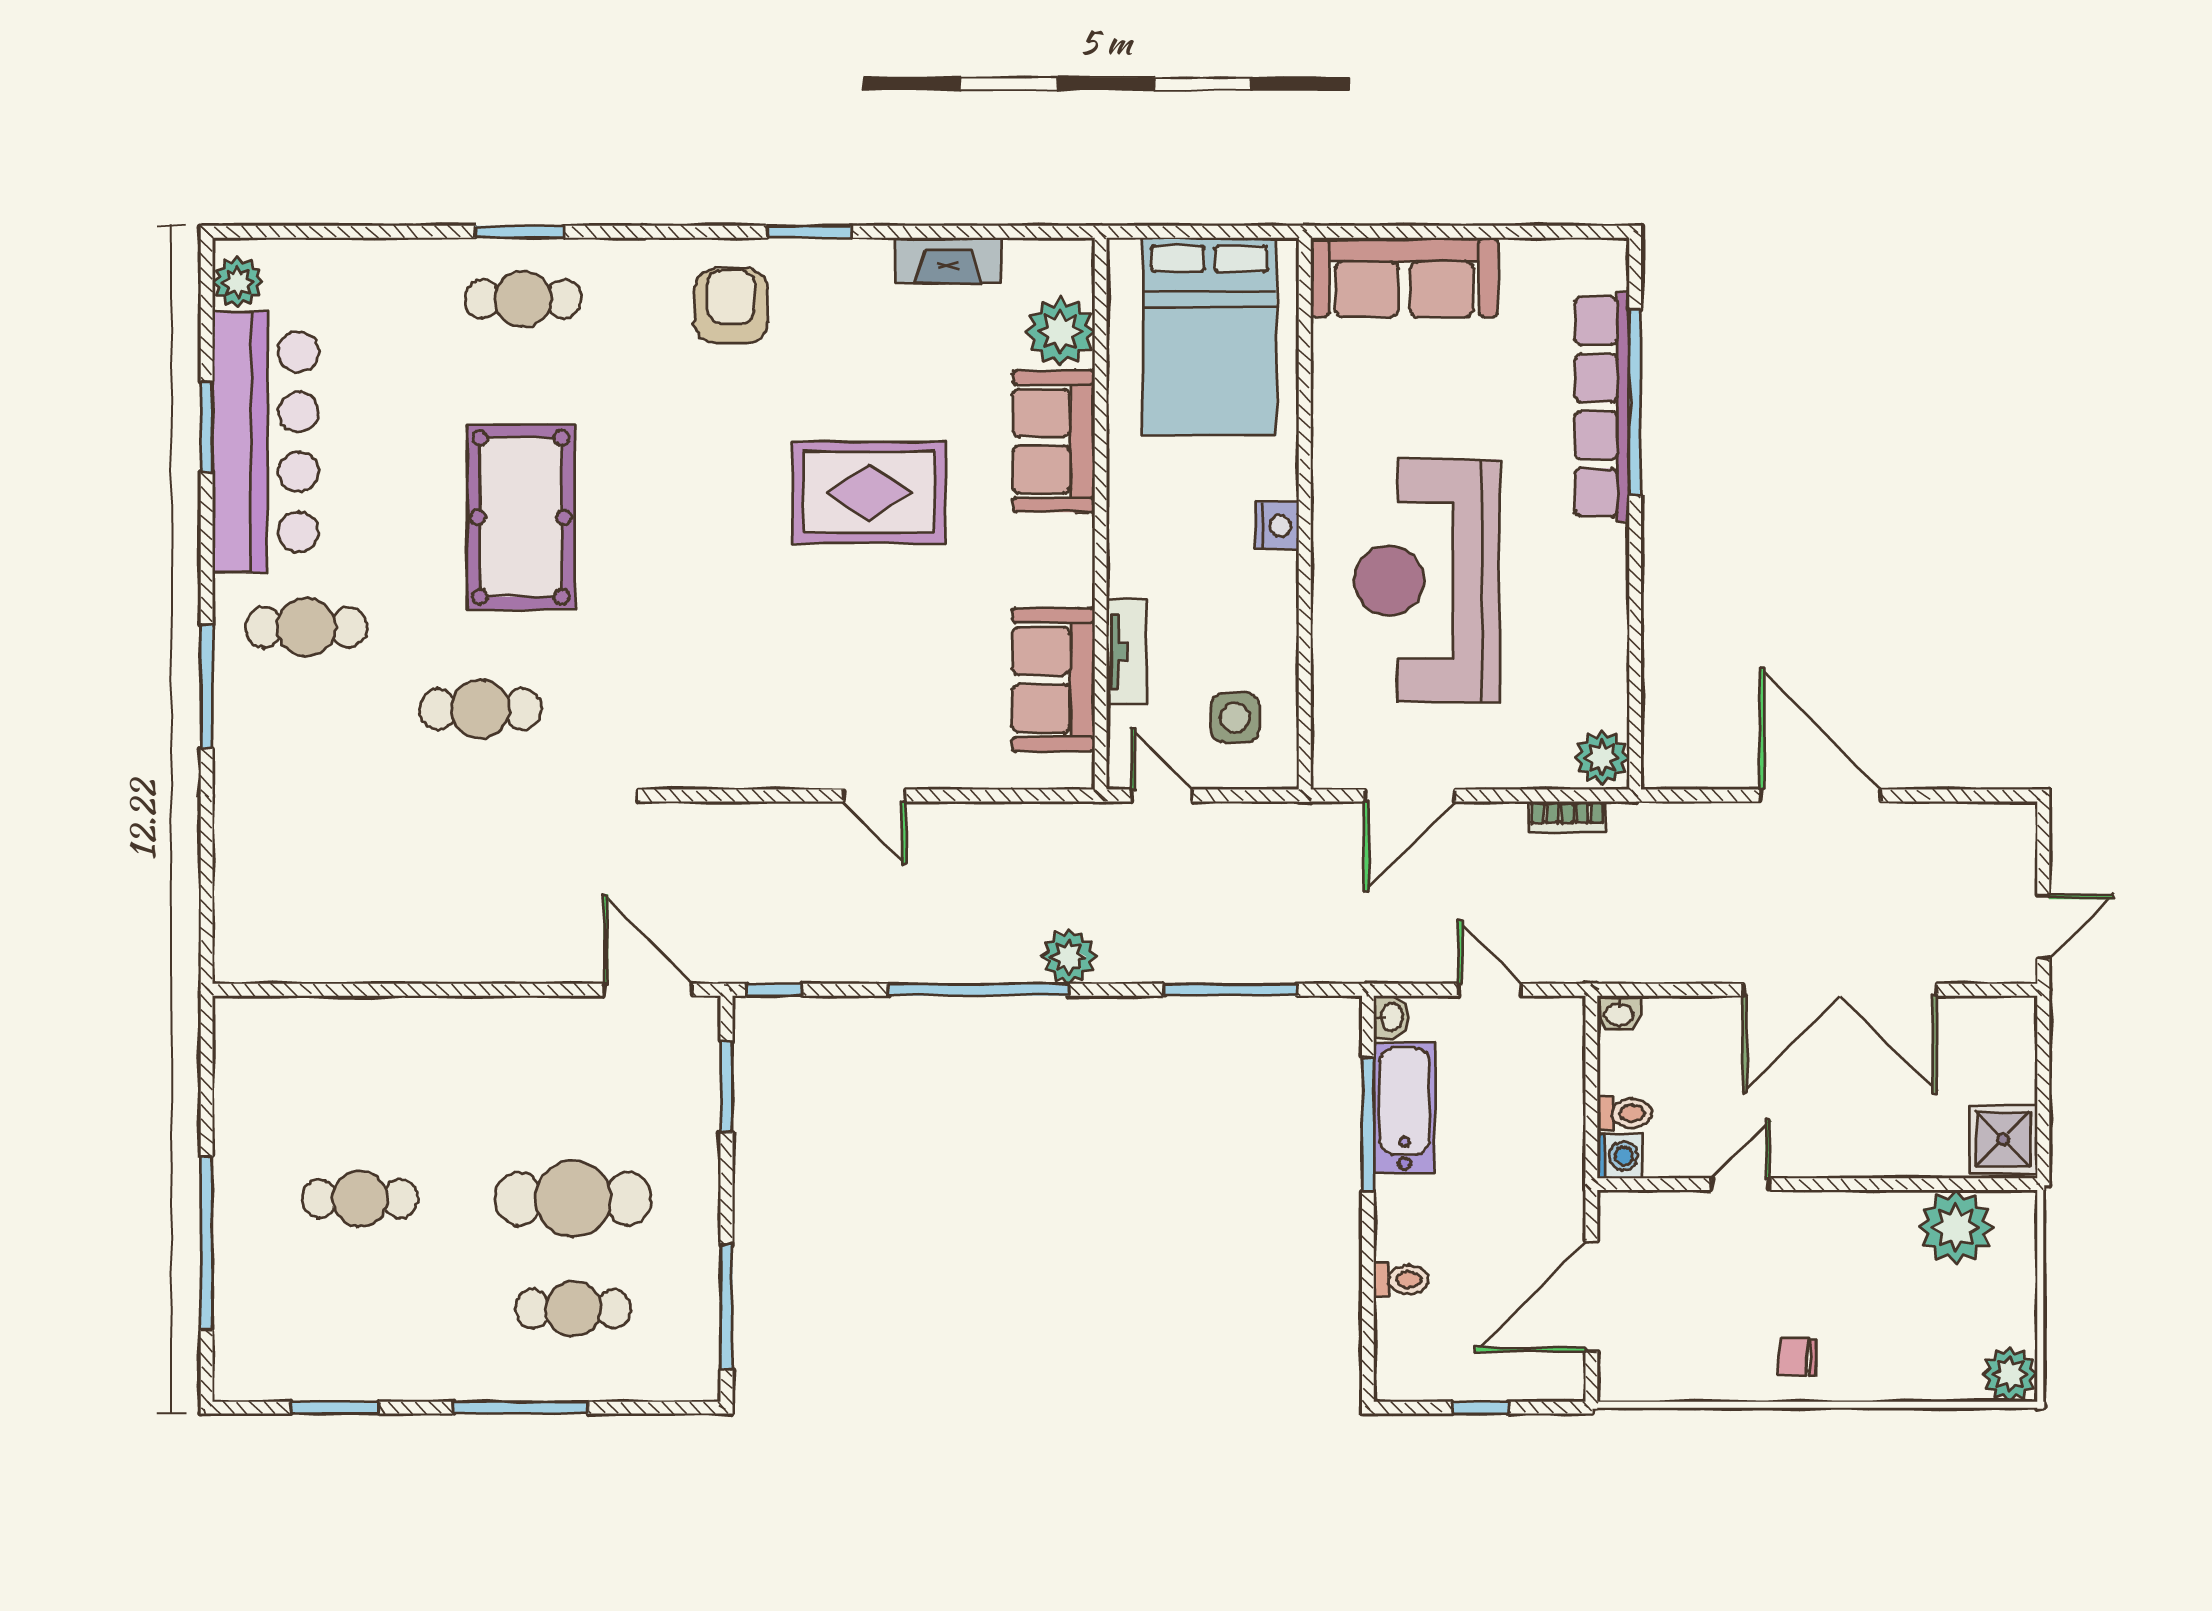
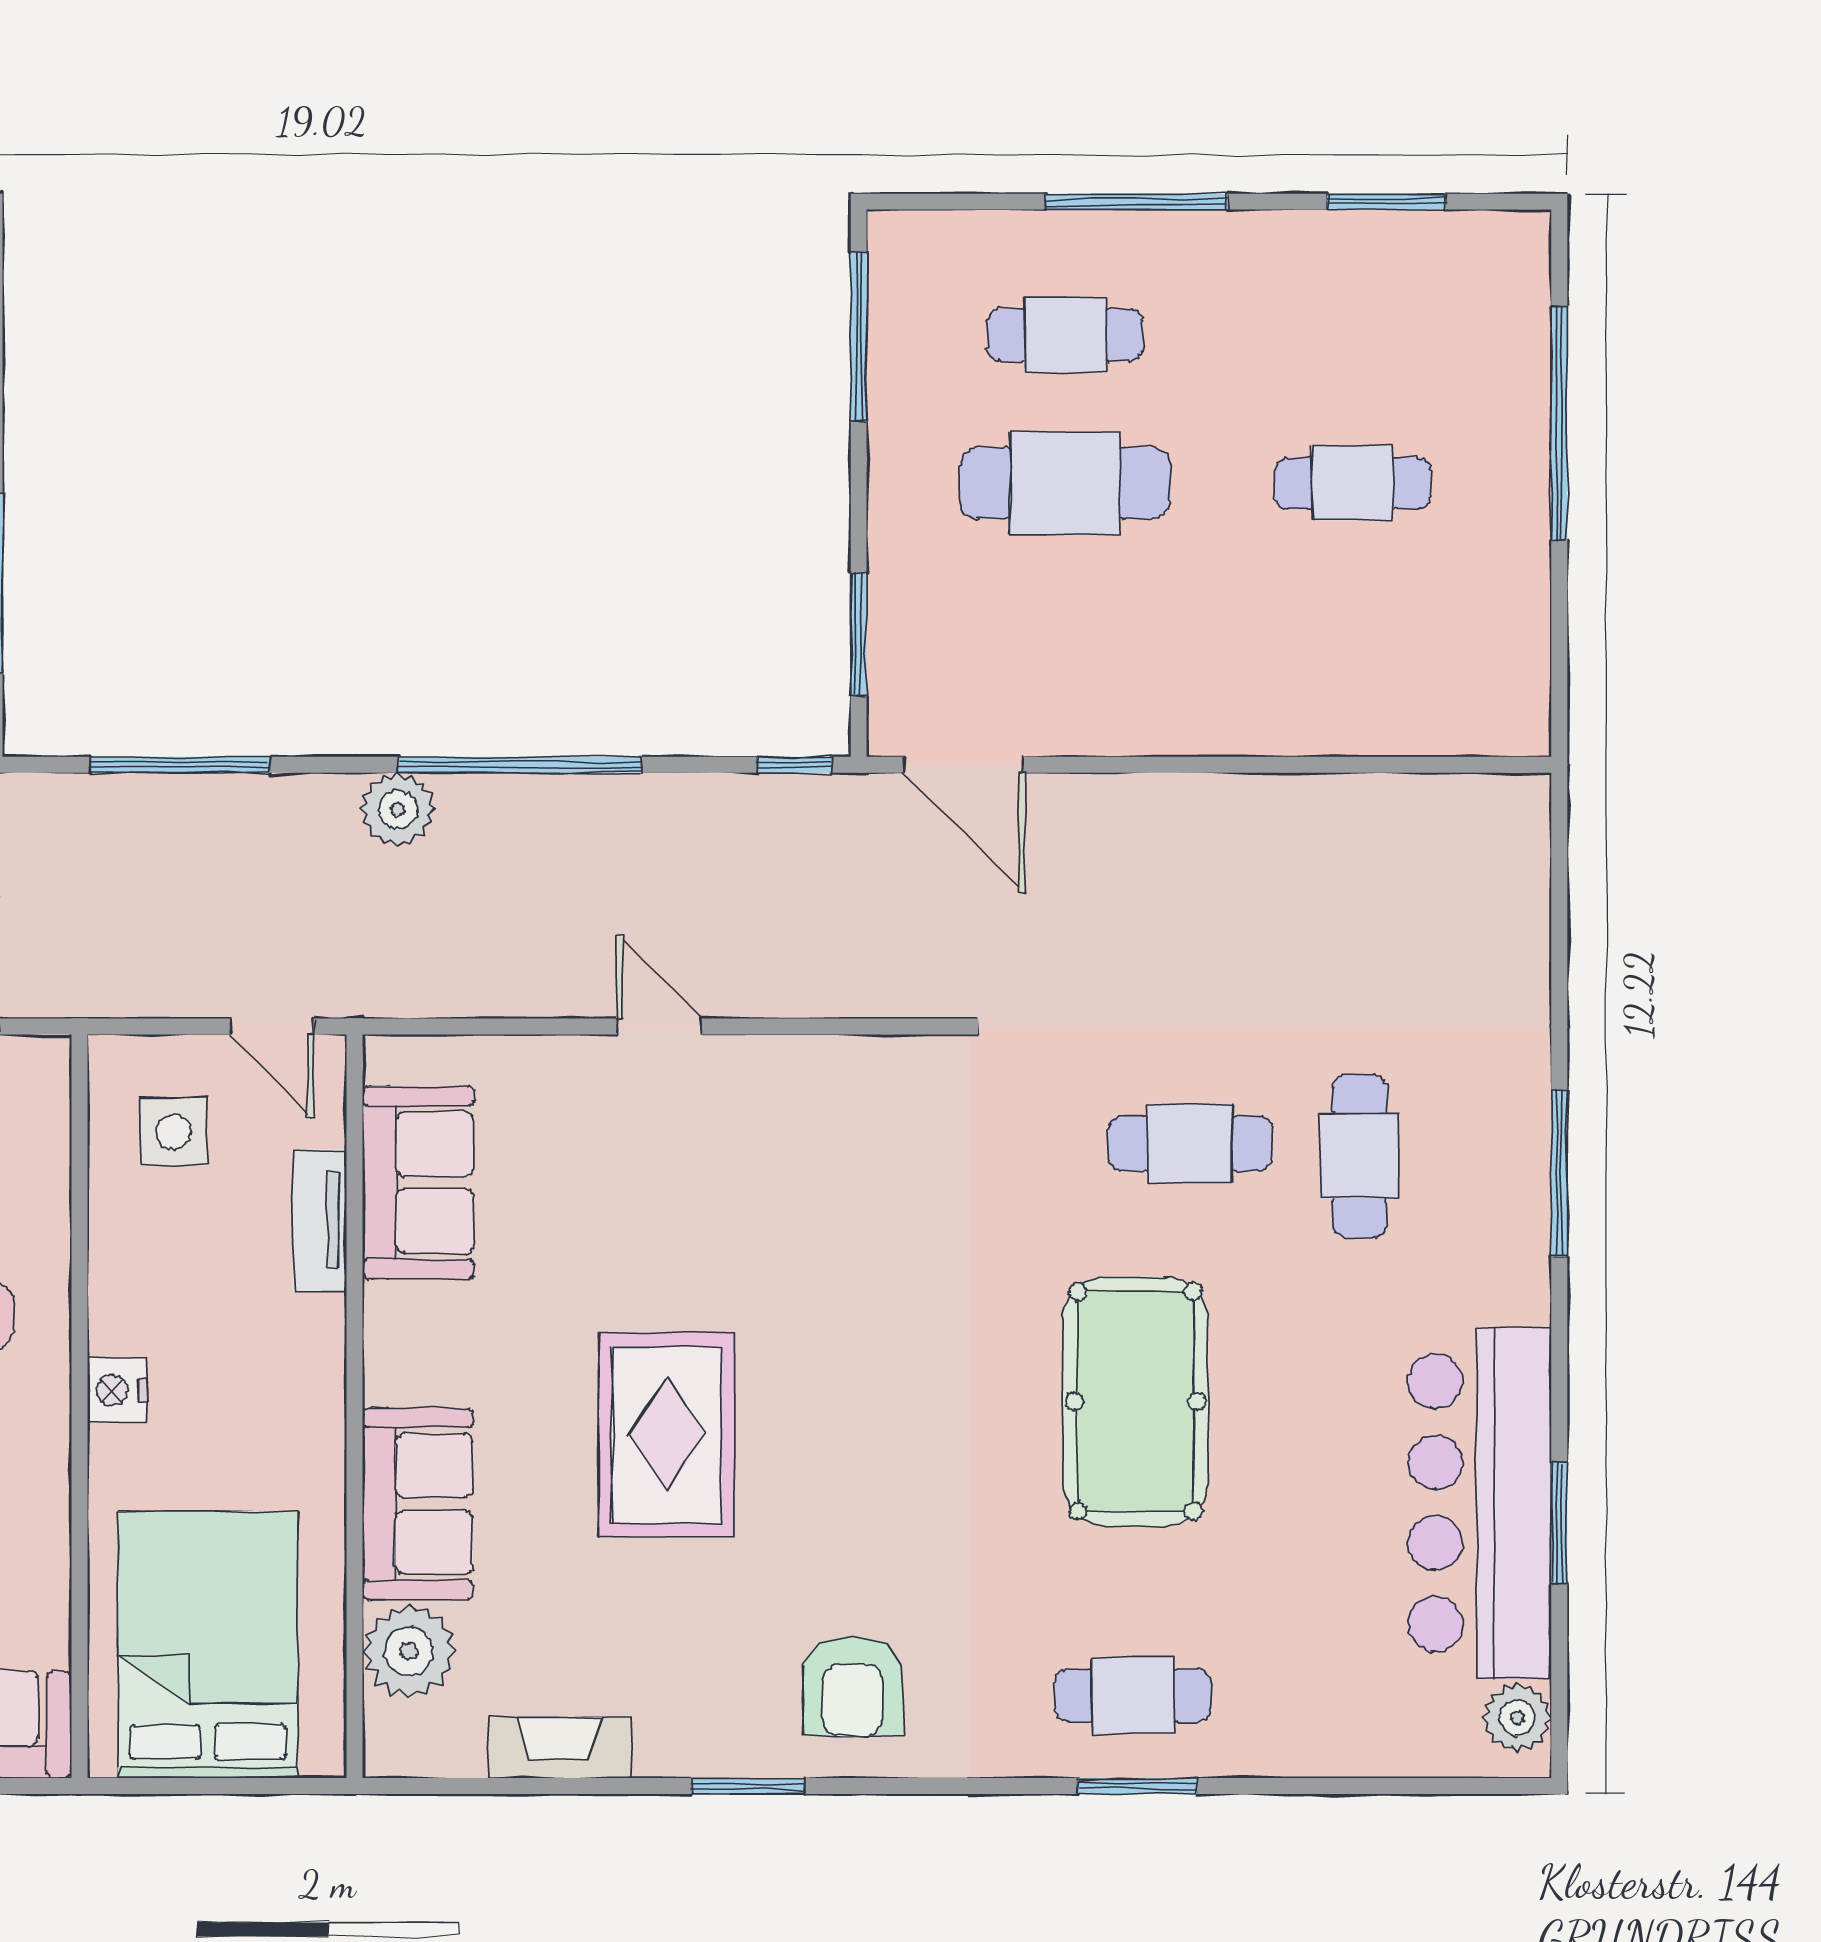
rug: (869, 492) -> (667, 1435), turned 90
cafe table: (306, 627) -> (1359, 1156), moved, turned 90

